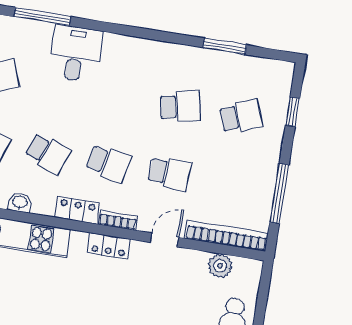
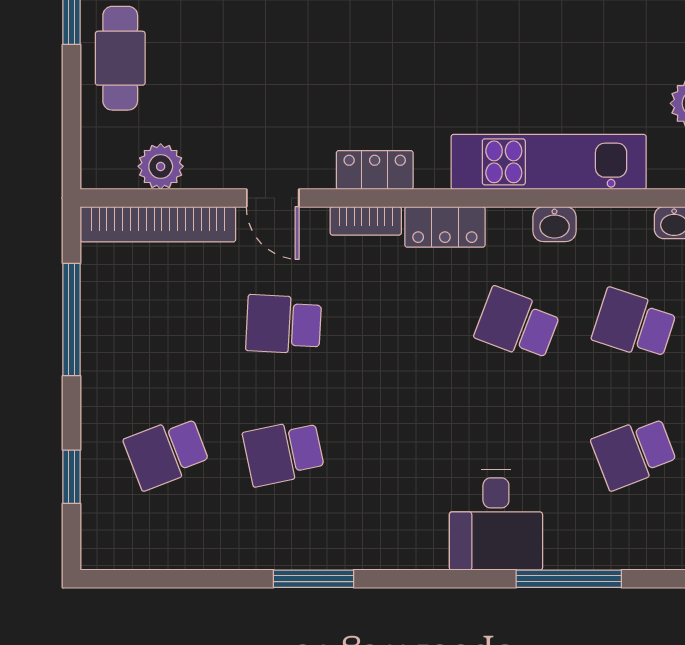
window: (225, 46) -> (314, 579), moved
school desk: (109, 163) -> (400, 324), removed
door: (164, 240) -> (273, 198), hinge flipped

